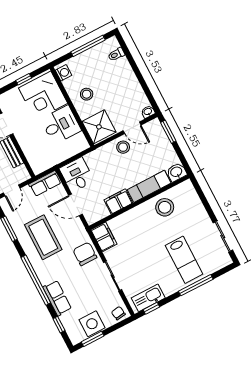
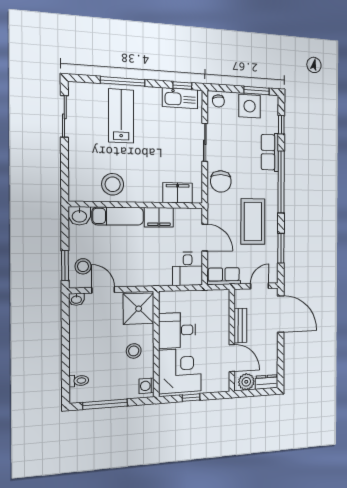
stool: (123, 147) -> (83, 266), moved
filing cabinet: (104, 237) -> (178, 193), moved, turned 90

